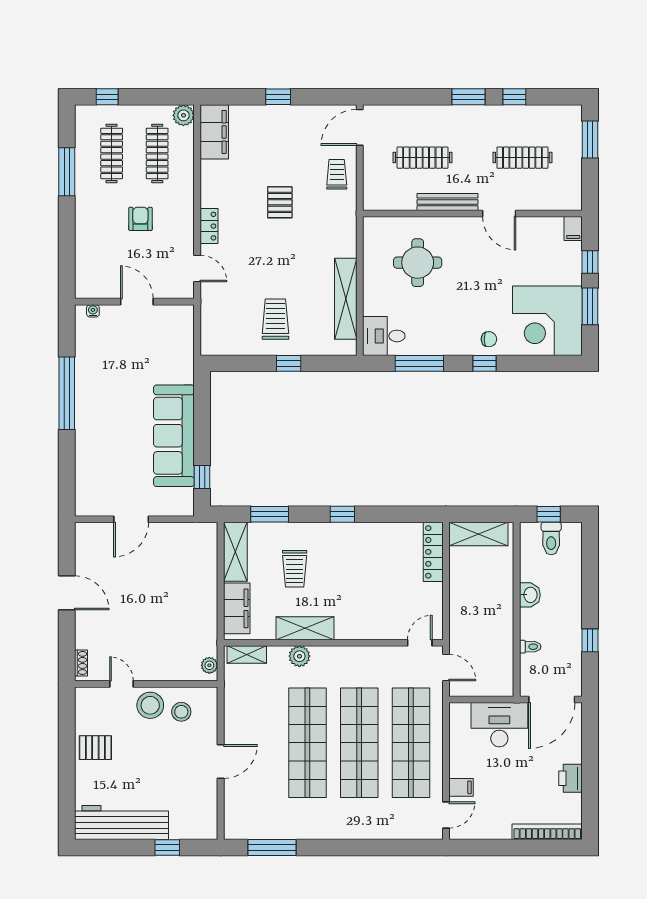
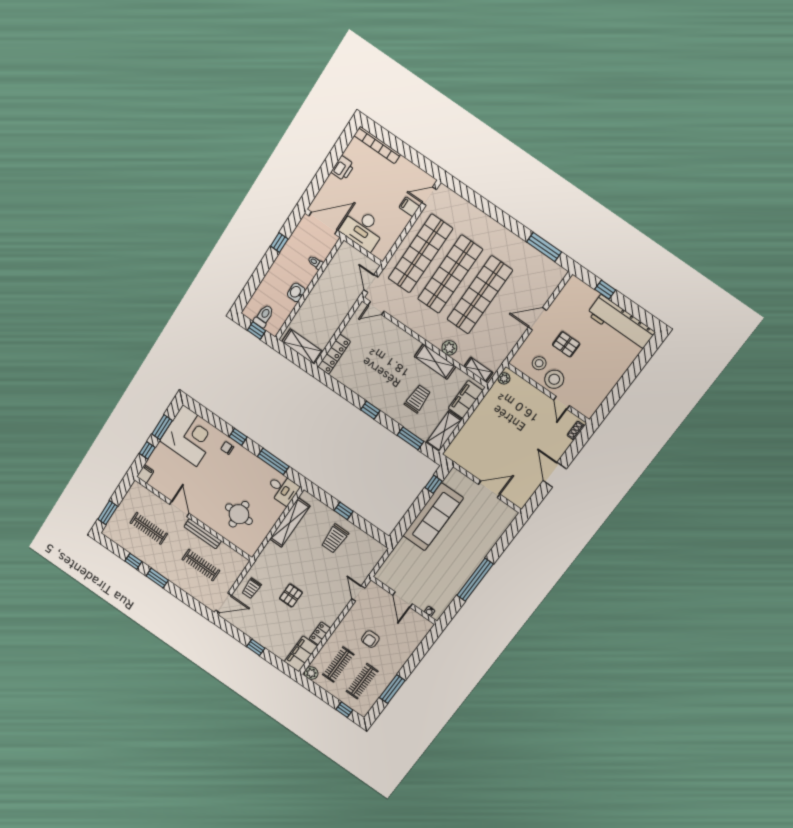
locker: (209, 226) -> (320, 633), moved
pallet: (95, 748) -> (566, 344), moved

